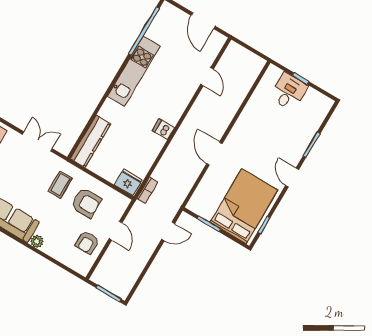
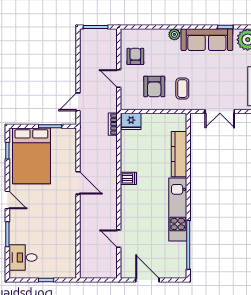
desk: (289, 92) -> (23, 257), moved, turned 90
kitchen counter: (91, 141) -> (179, 154), moved
armchair: (86, 203) -> (154, 86), turned -89

